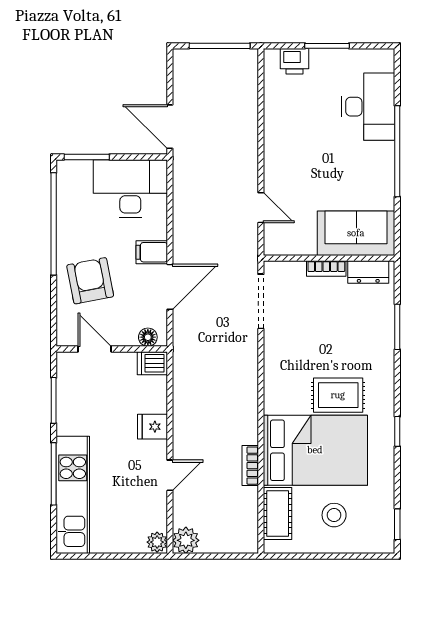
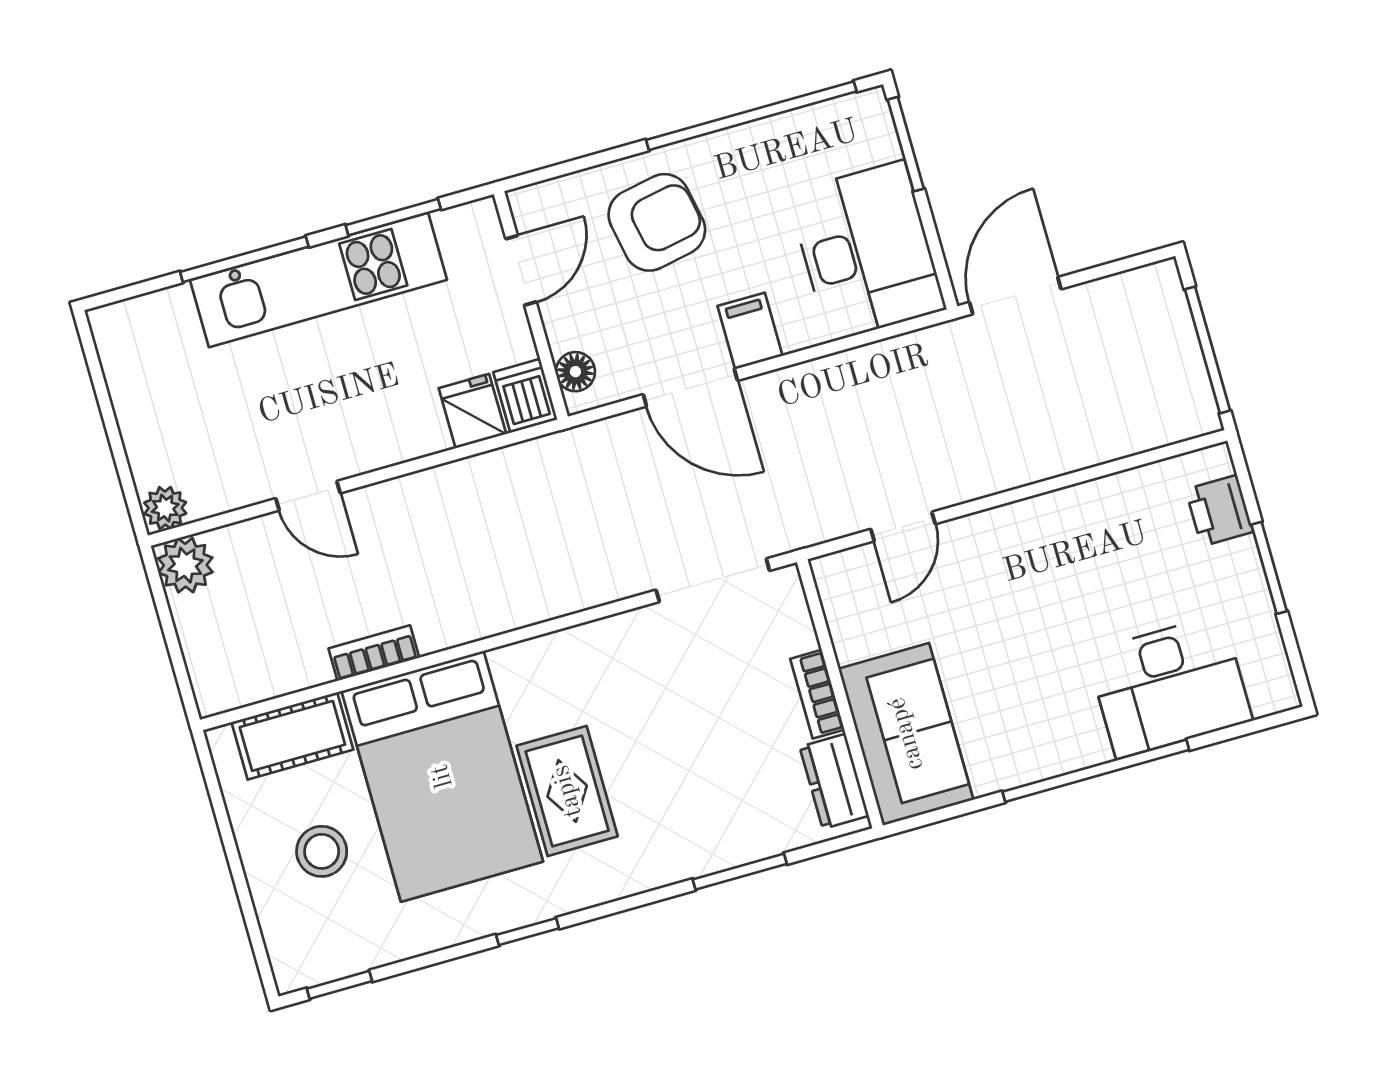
fridge: (153, 427) -> (472, 411), moved
kitchen unit: (73, 495) -> (318, 280), moved

